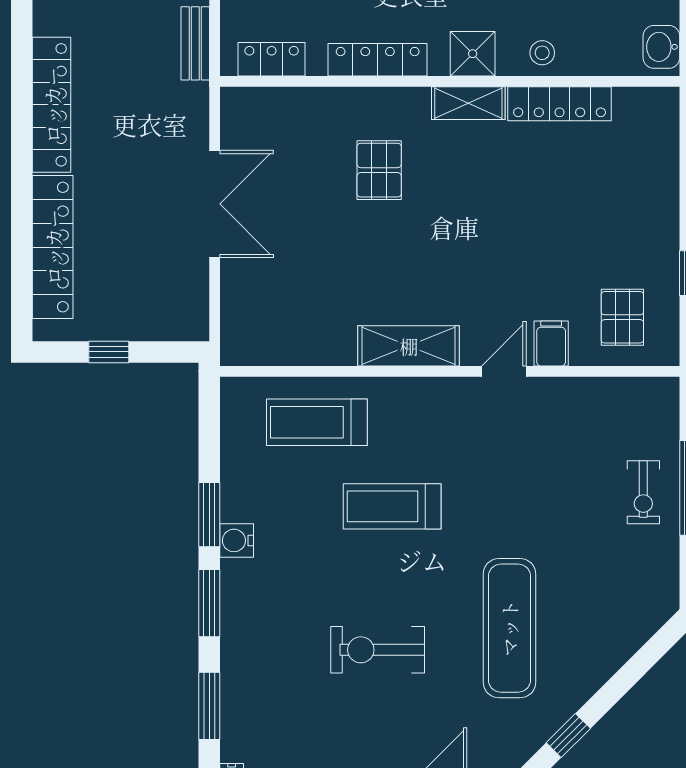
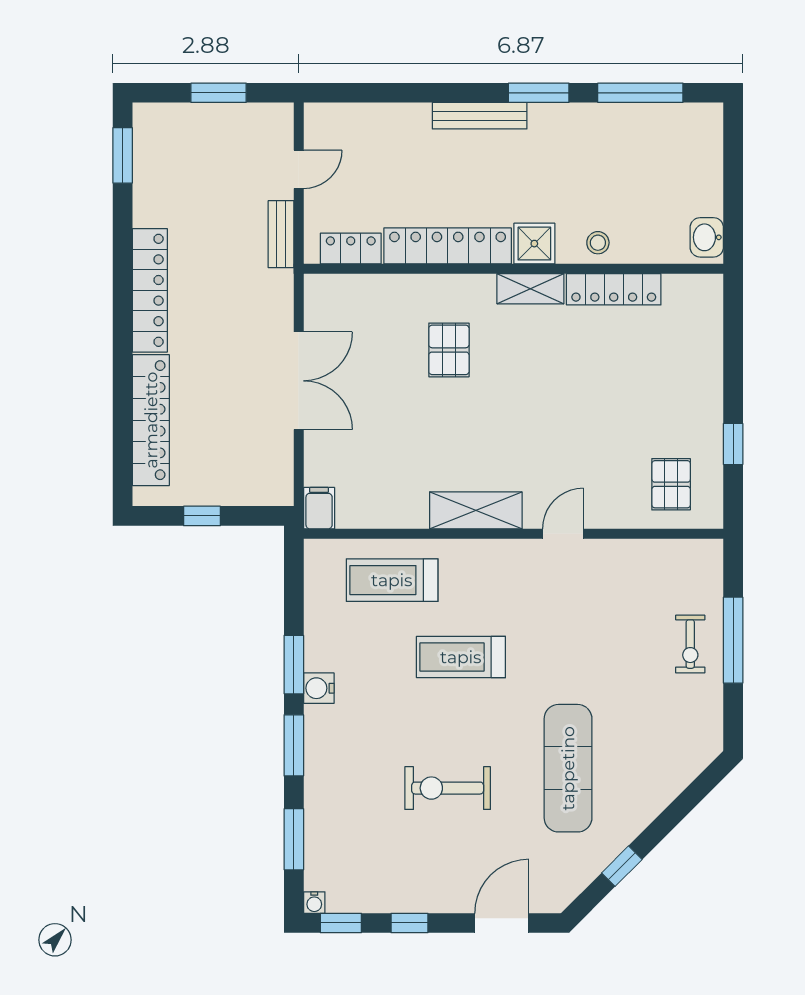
locker: (378, 60) -> (448, 246), width x1.41, depth x1.21
filing cabinet: (551, 343) -> (319, 508), moved

